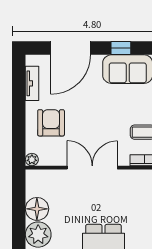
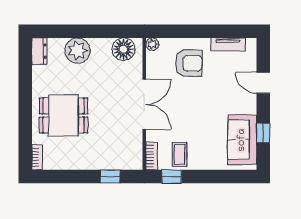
door: (71, 48) -> (263, 83), width x0.53
floor lamp: (37, 209) -> (123, 49), moved

